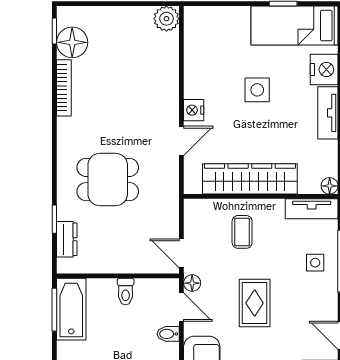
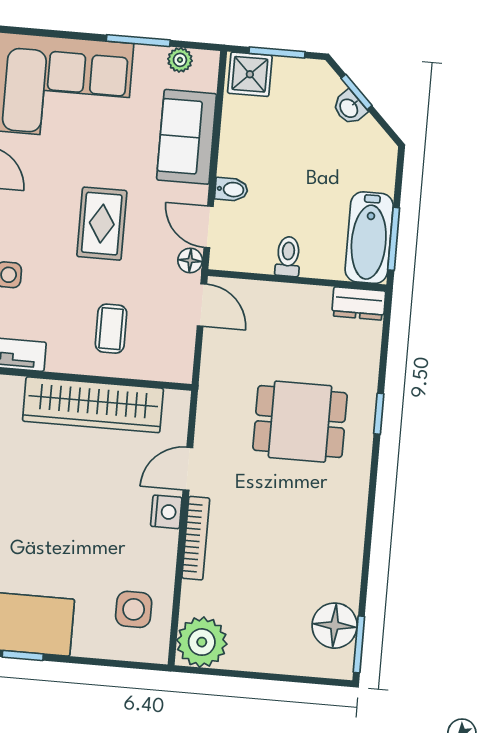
plant: (166, 19) -> (202, 642), width x1.36, depth x1.36
window: (54, 31) -> (359, 644), width x1.50
bookcase: (64, 88) -> (196, 538), moved, turned 180
side table: (257, 90) -> (134, 609), moved
window: (54, 219) -> (379, 414), moved
dresser: (67, 239) -> (359, 304), moved, turned -90

